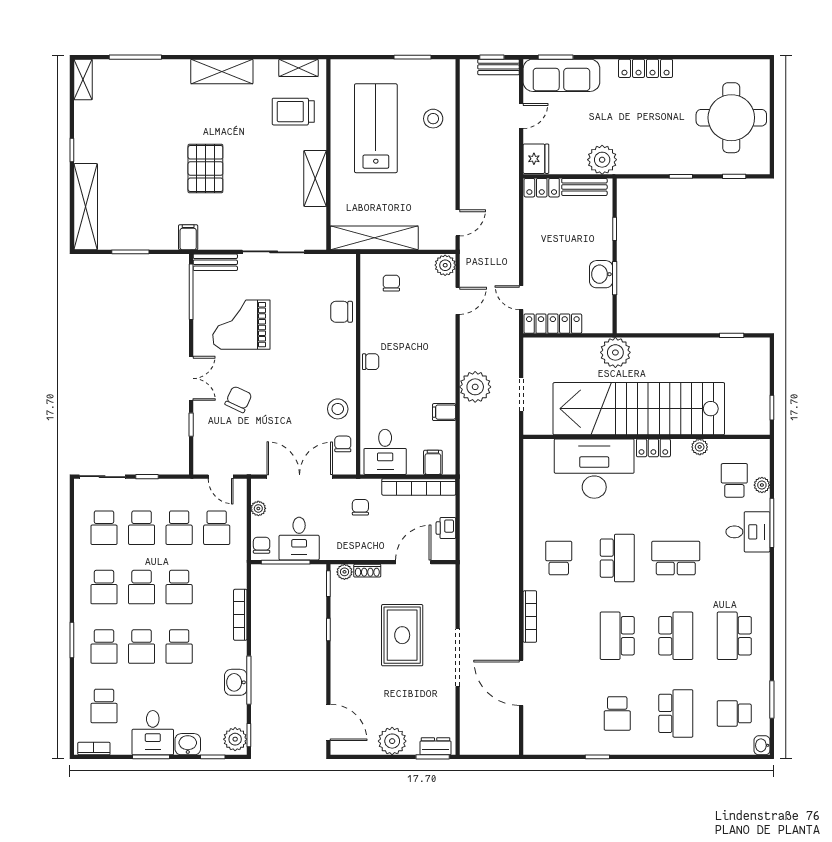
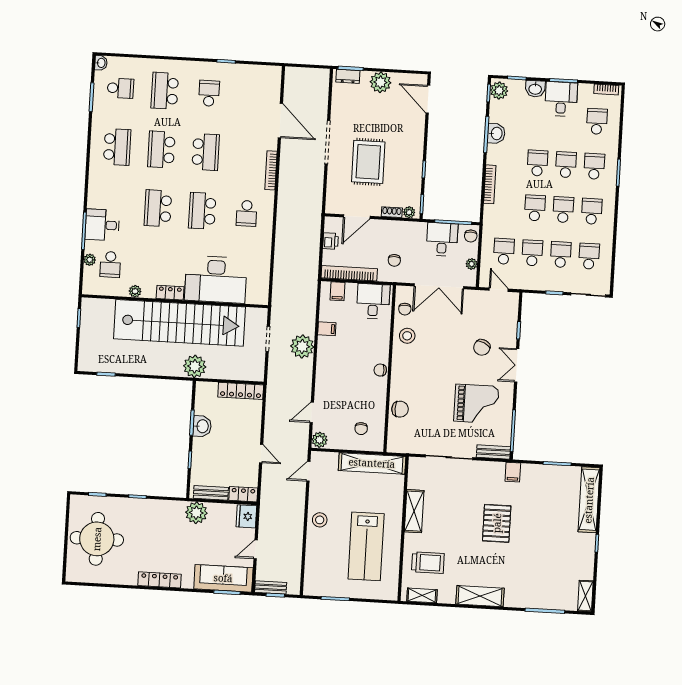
stool: (433, 119) -> (320, 520), moved
door: (521, 298) -> (261, 454), moved
school desk: (676, 558) -> (158, 208), turned 90

